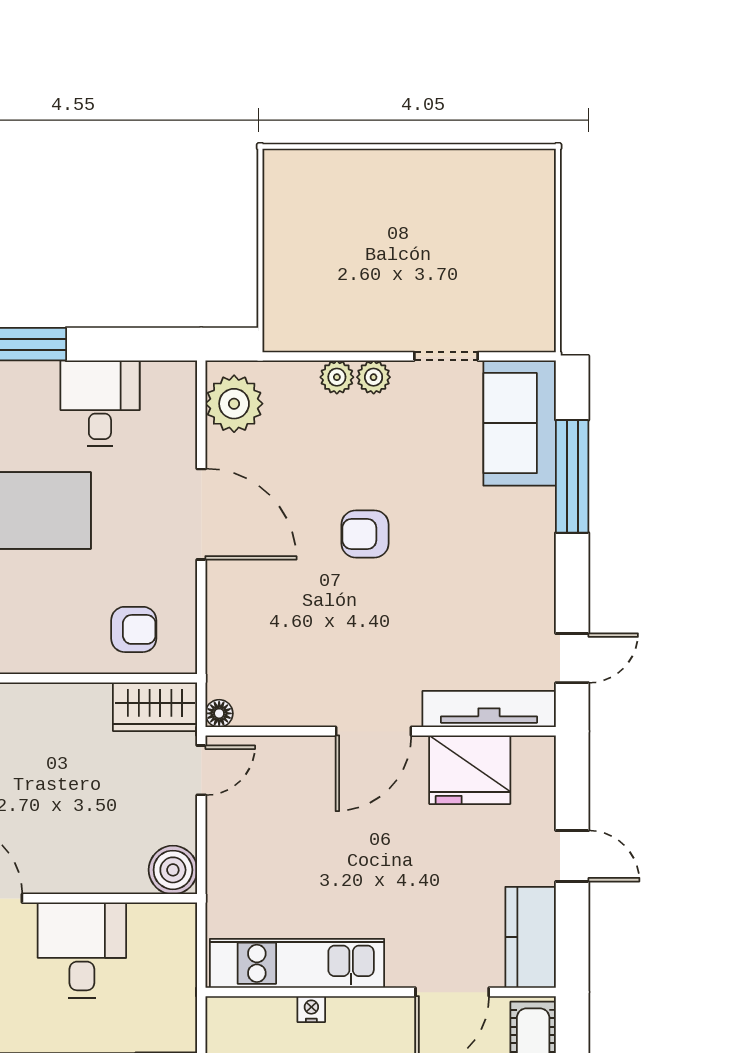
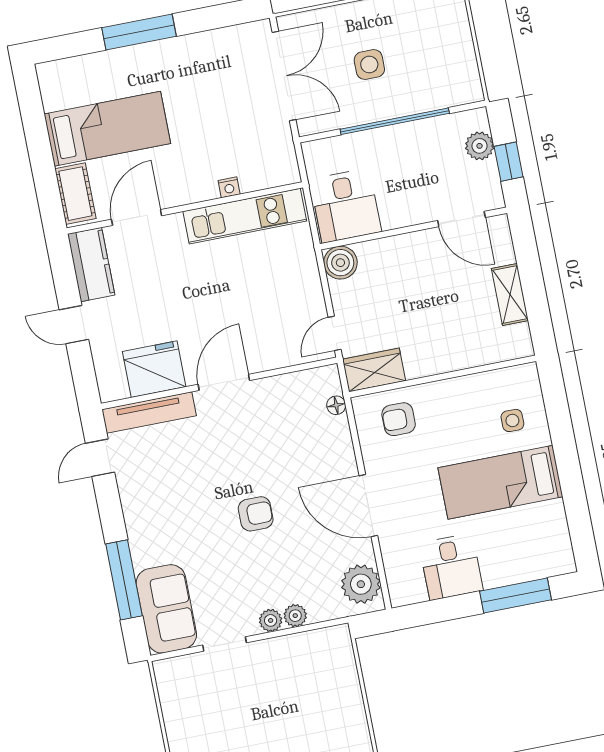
floor lamp: (219, 713) -> (336, 405), moved
desk: (82, 950) -> (346, 206), moved

